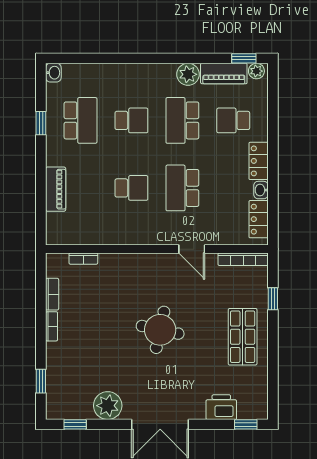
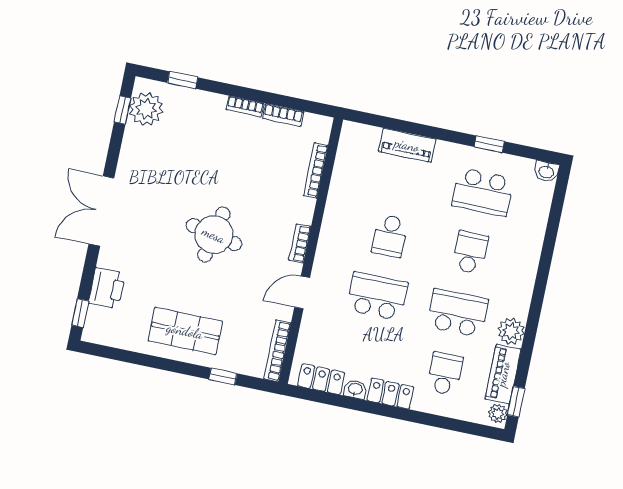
school desk: (131, 120) -> (470, 252), turned 180
bookcase: (83, 259) -> (316, 171), width x1.56
bookcase: (153, 259) -> (300, 244), added
plant: (108, 406) -> (146, 109), moved

